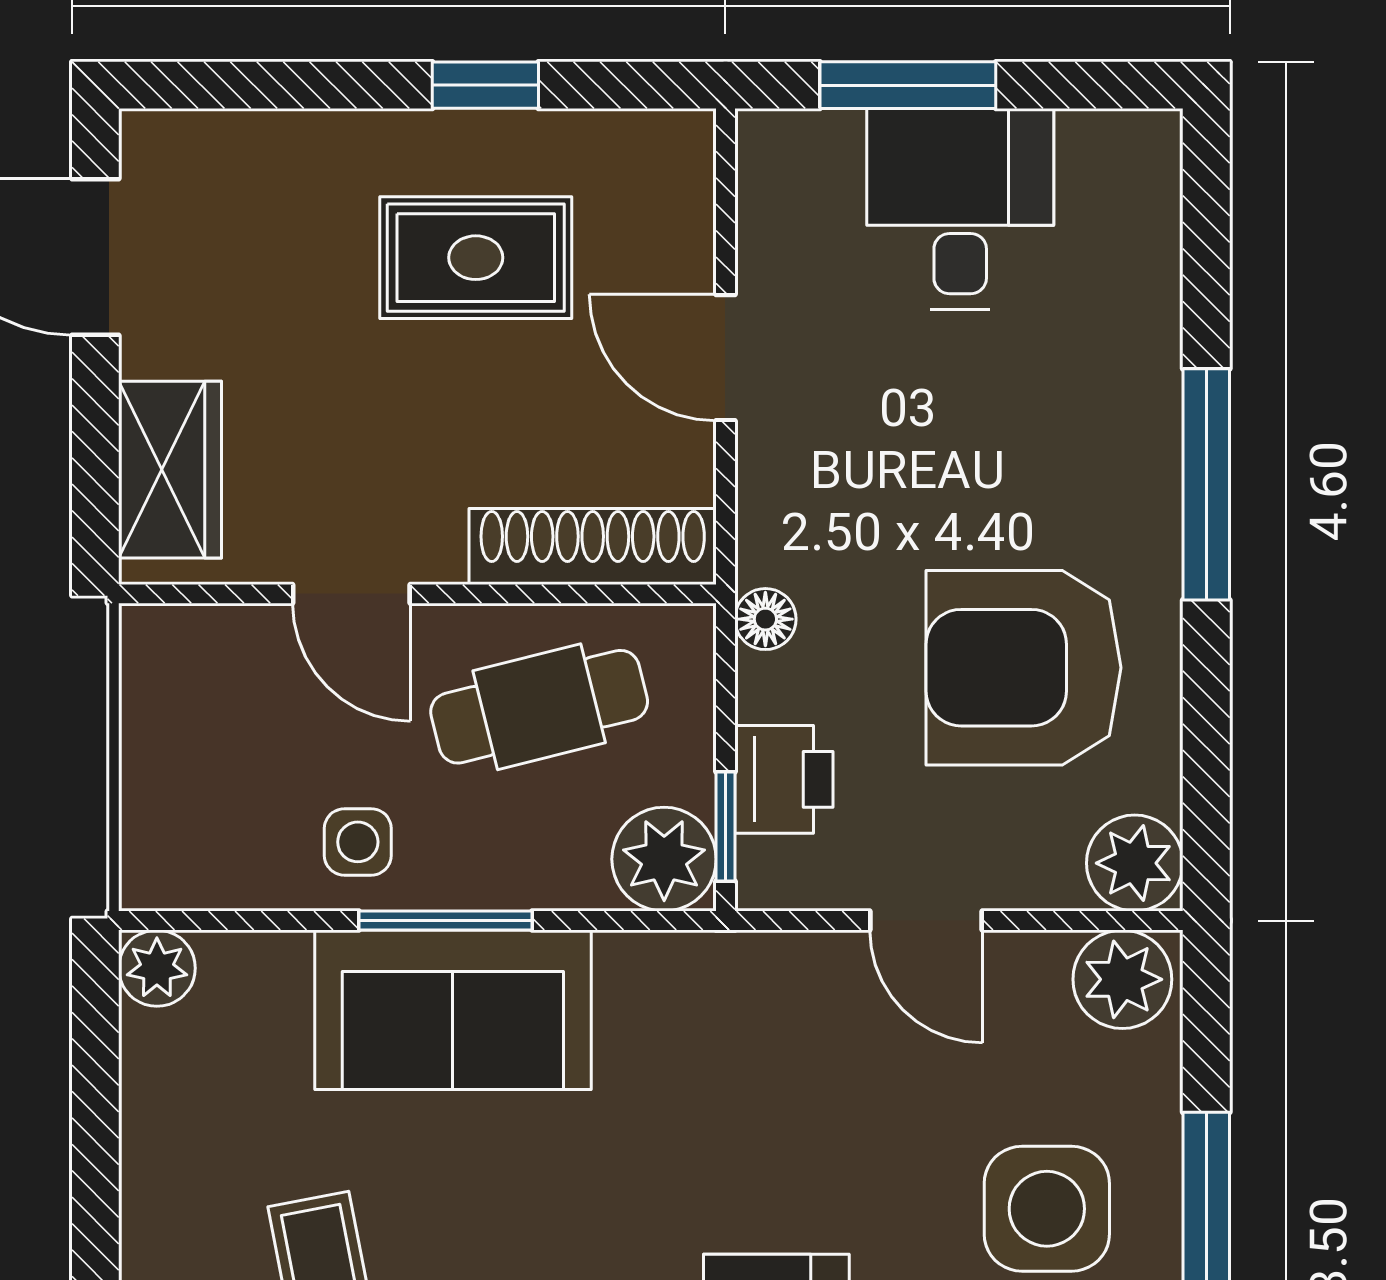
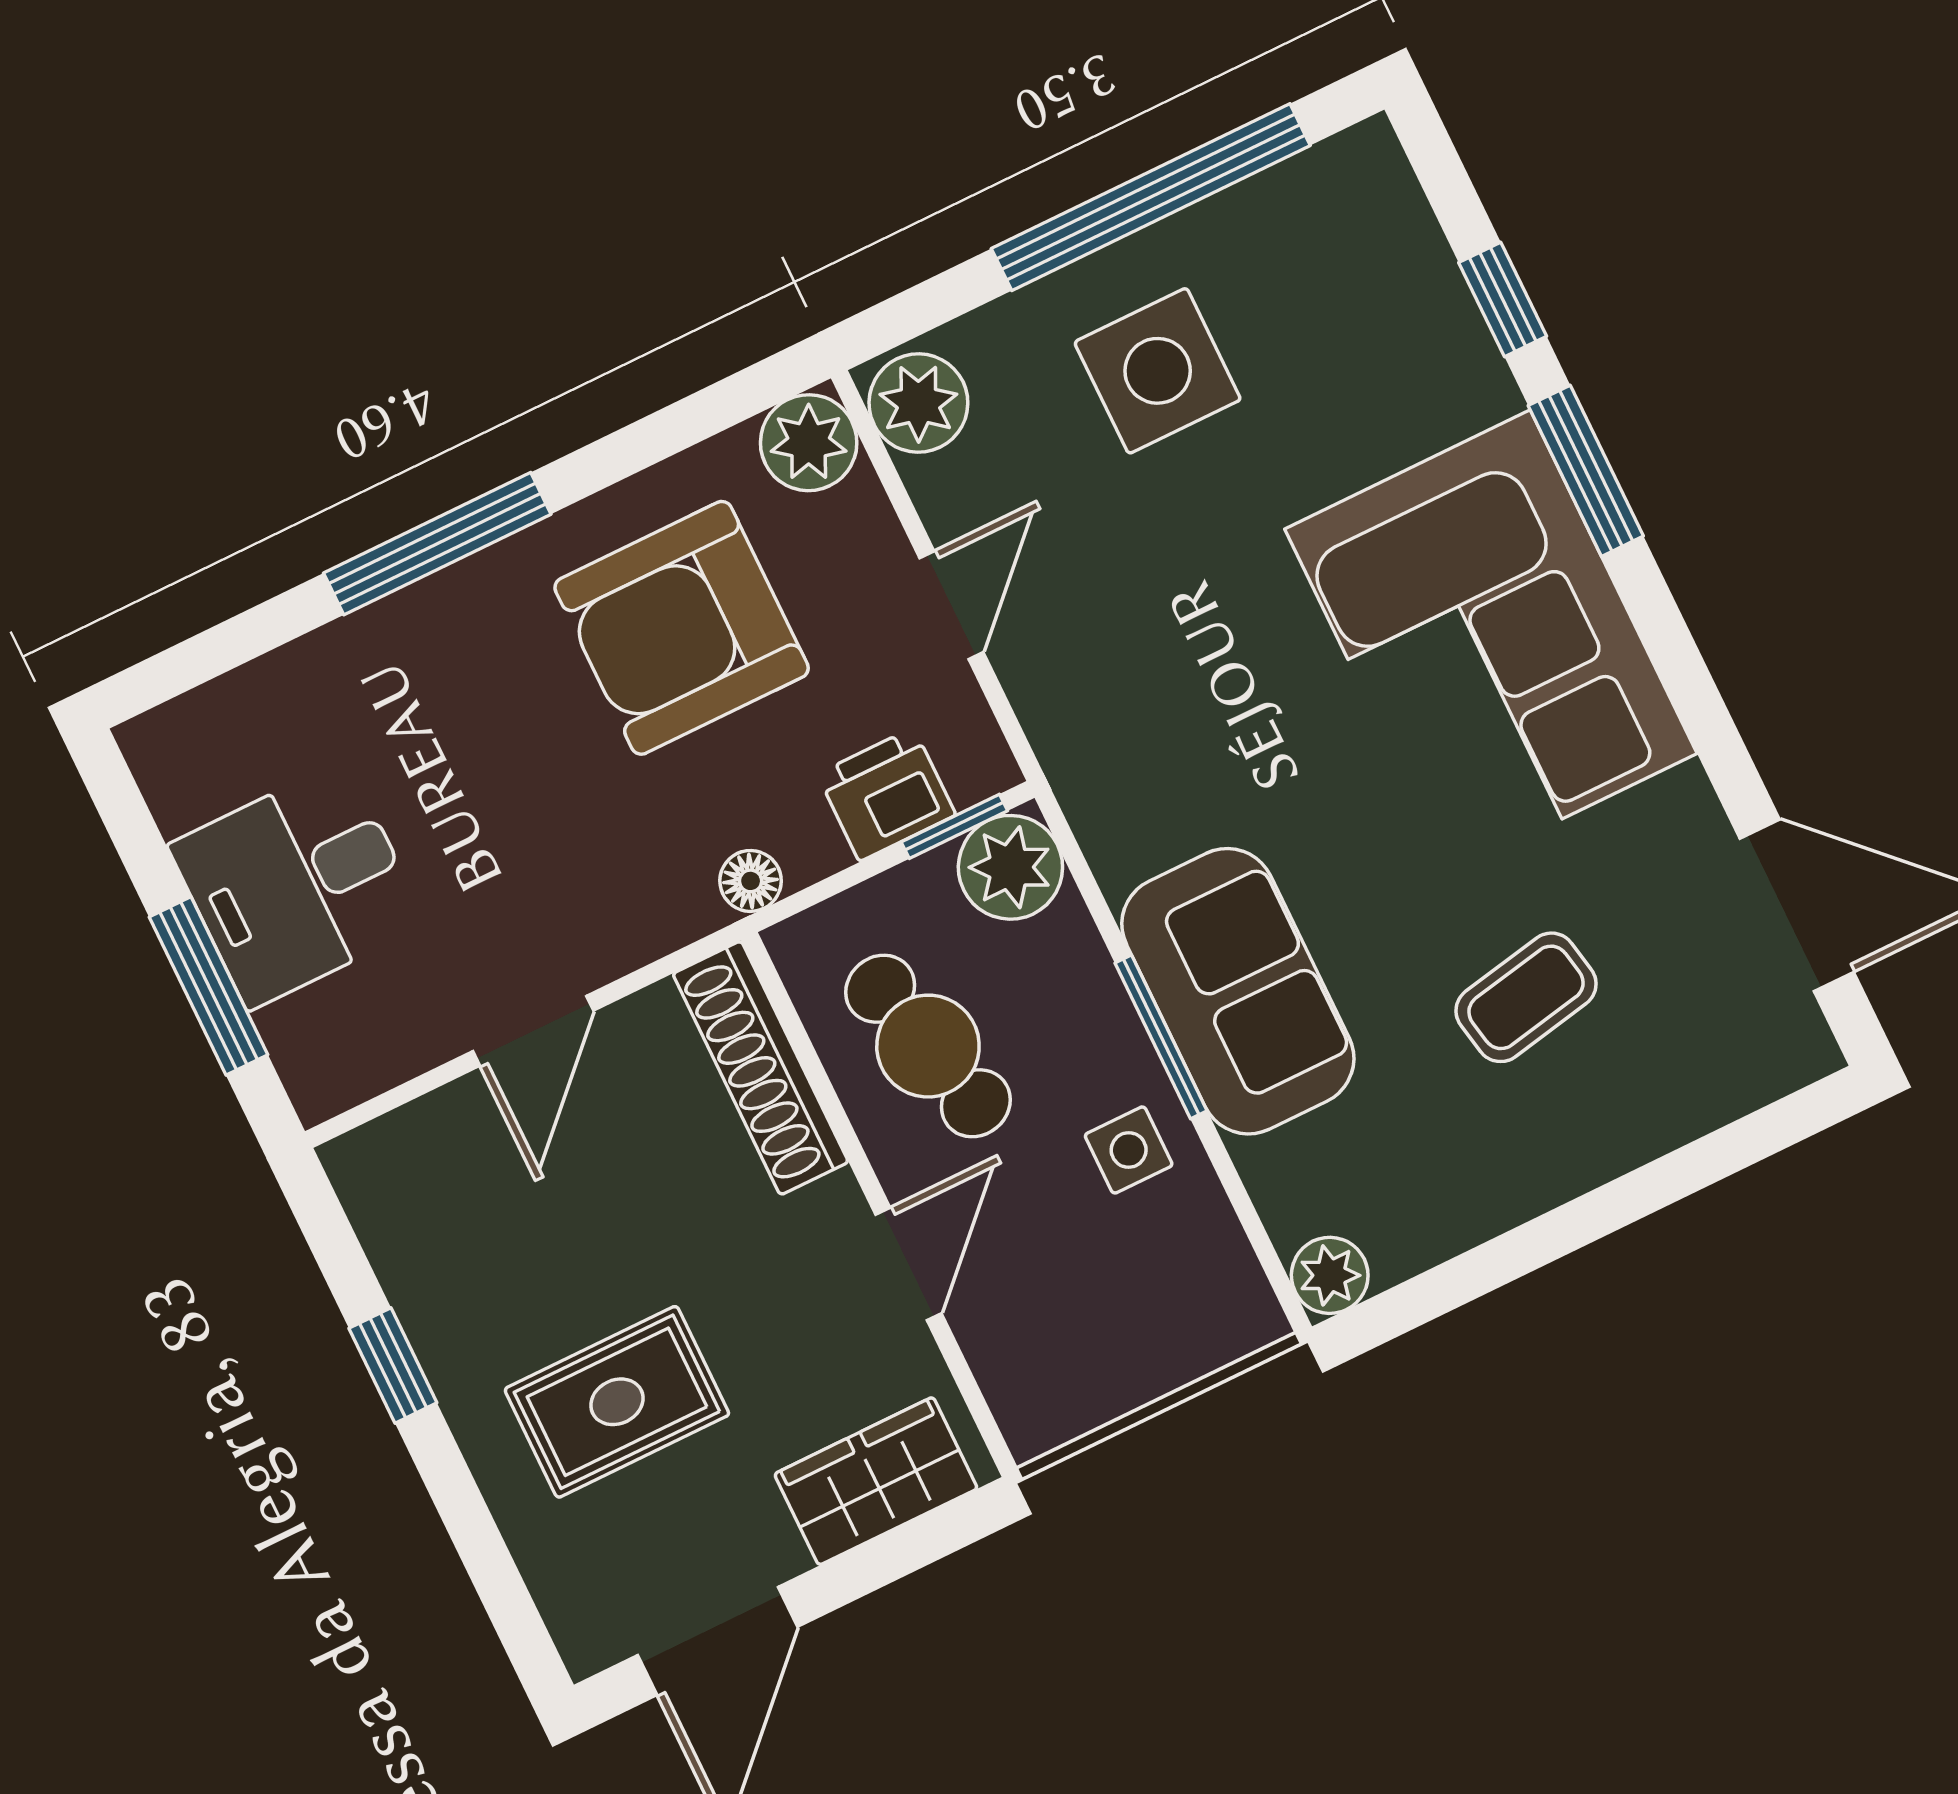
rug: (476, 258) -> (617, 1402), moved, turned 90
armchair: (1024, 668) -> (682, 628), turned 90

